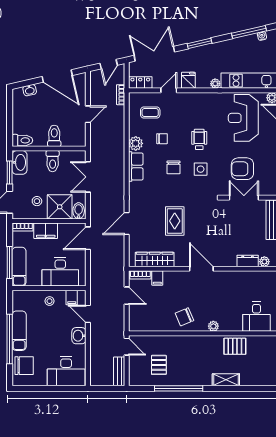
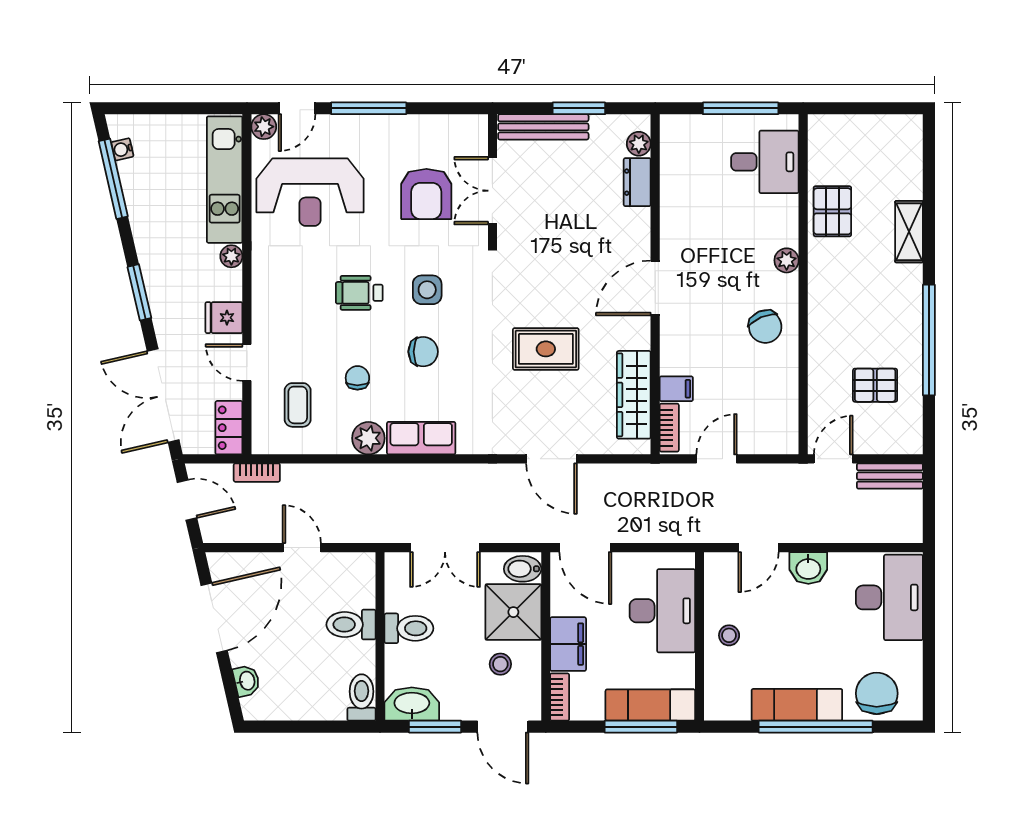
filing cabinet: (72, 298) -> (721, 585), removed

